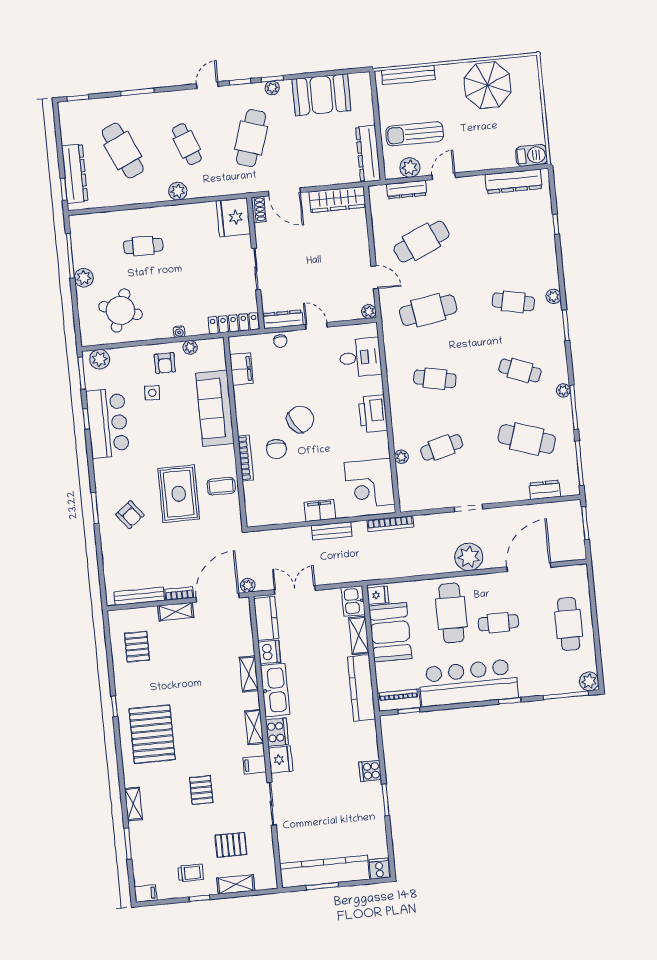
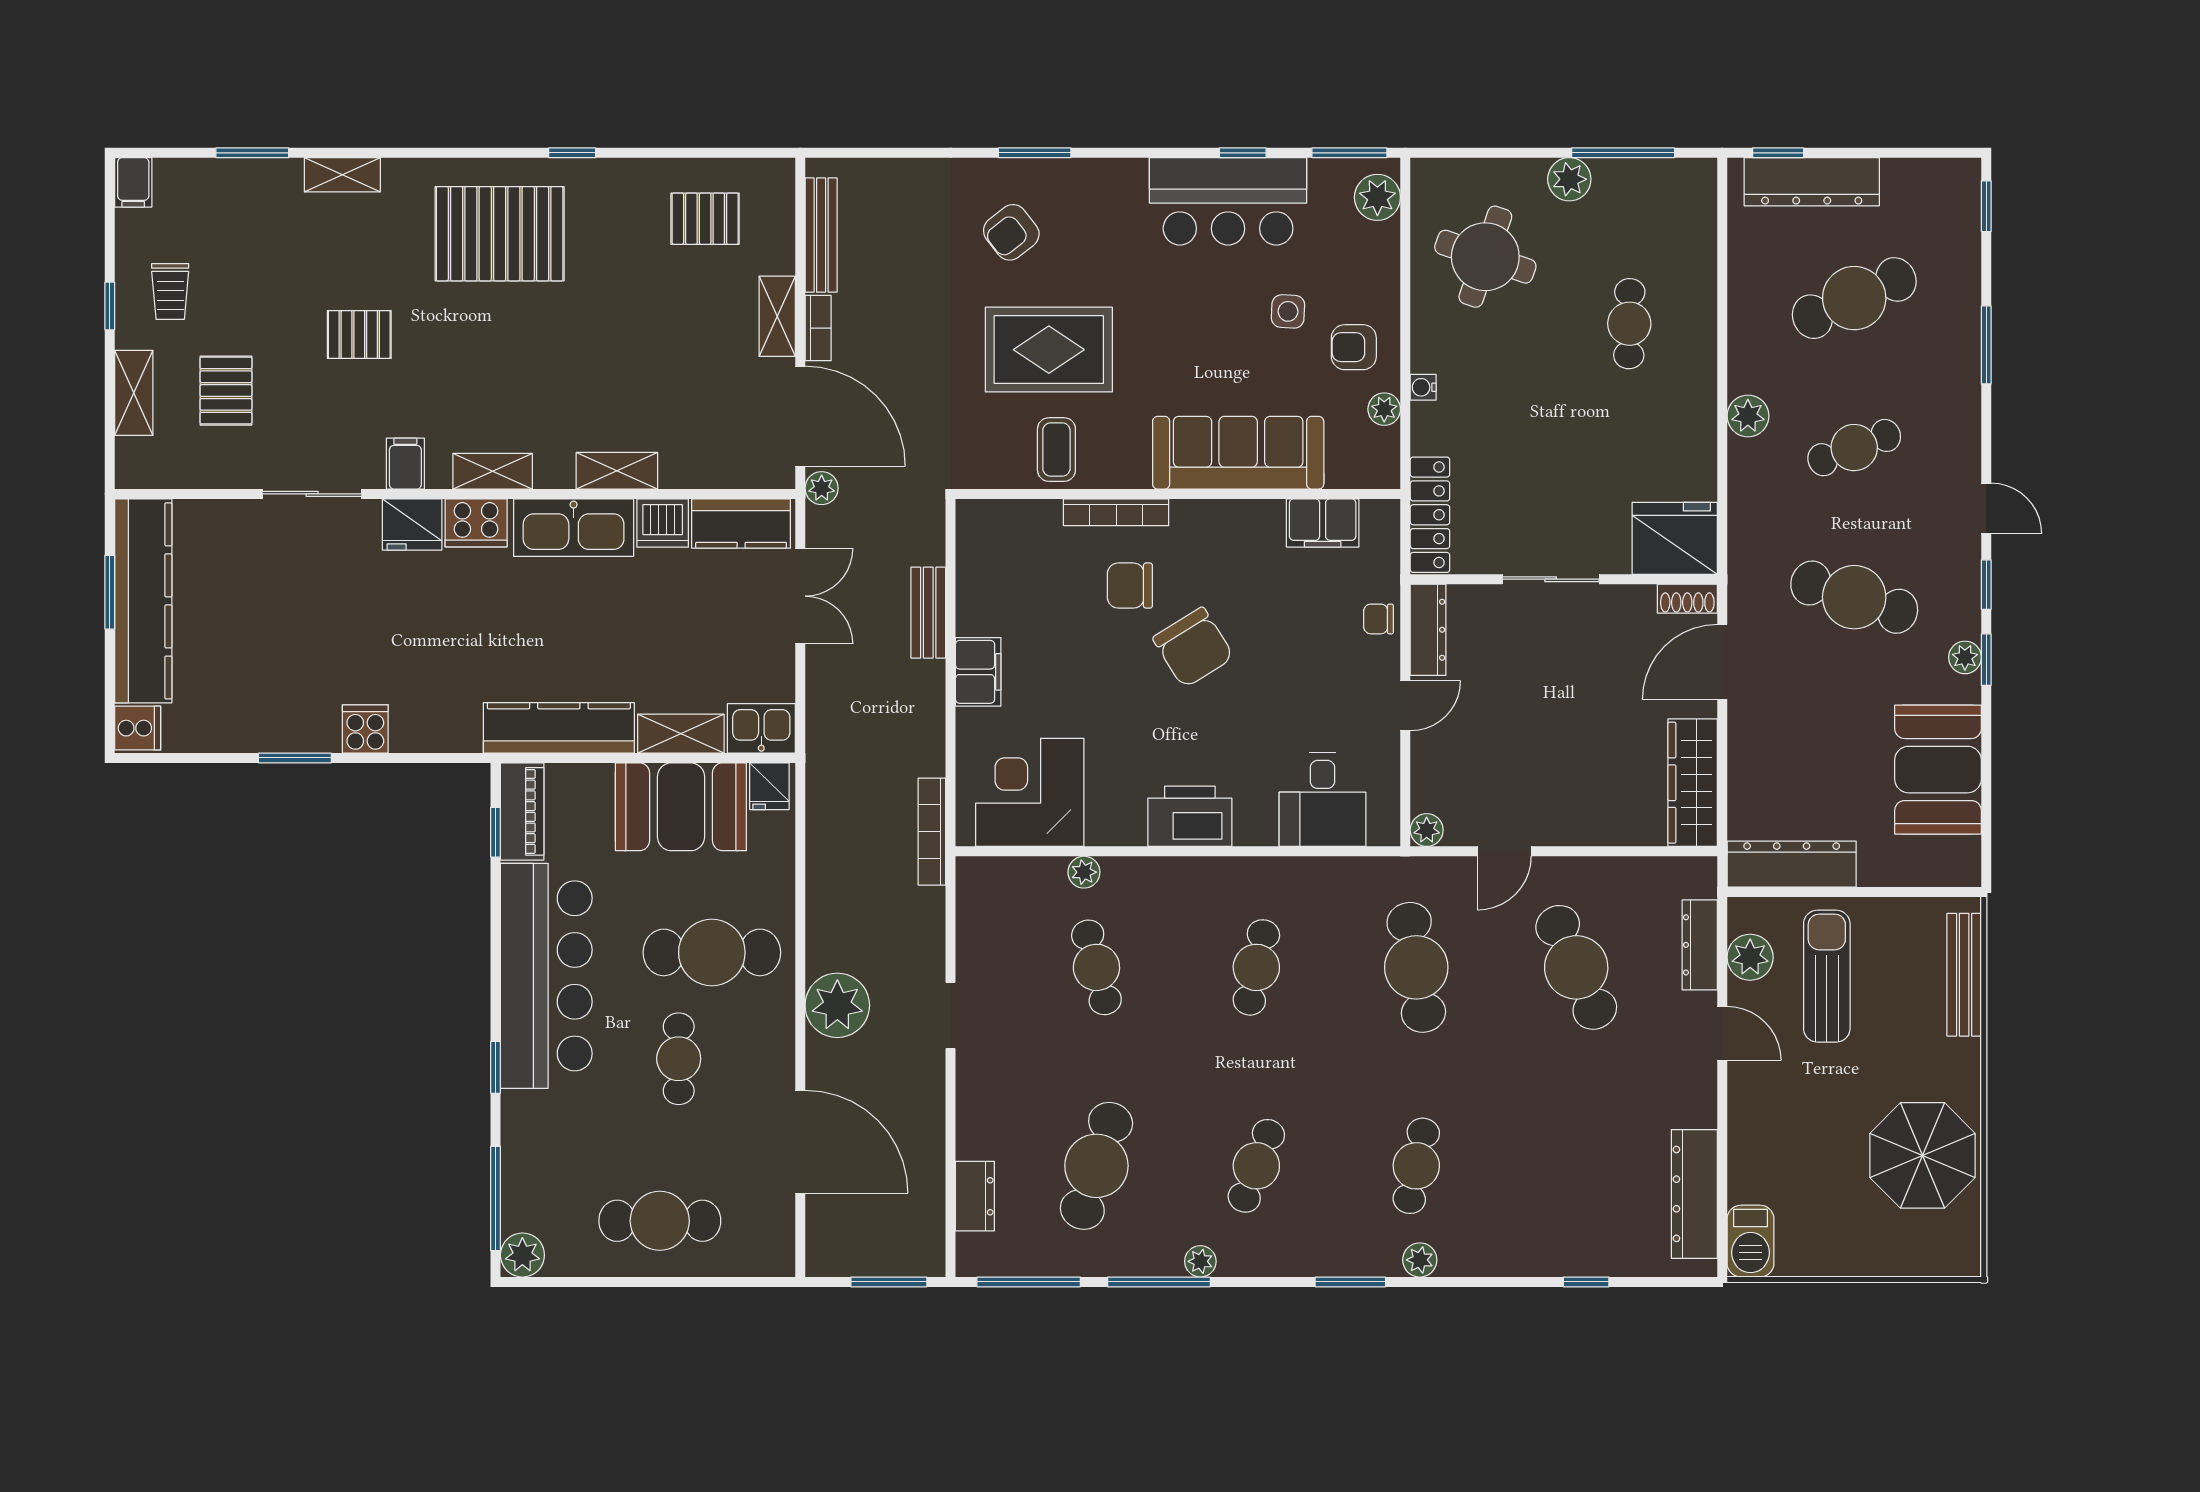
bench: (332, 531) -> (928, 613), moved

